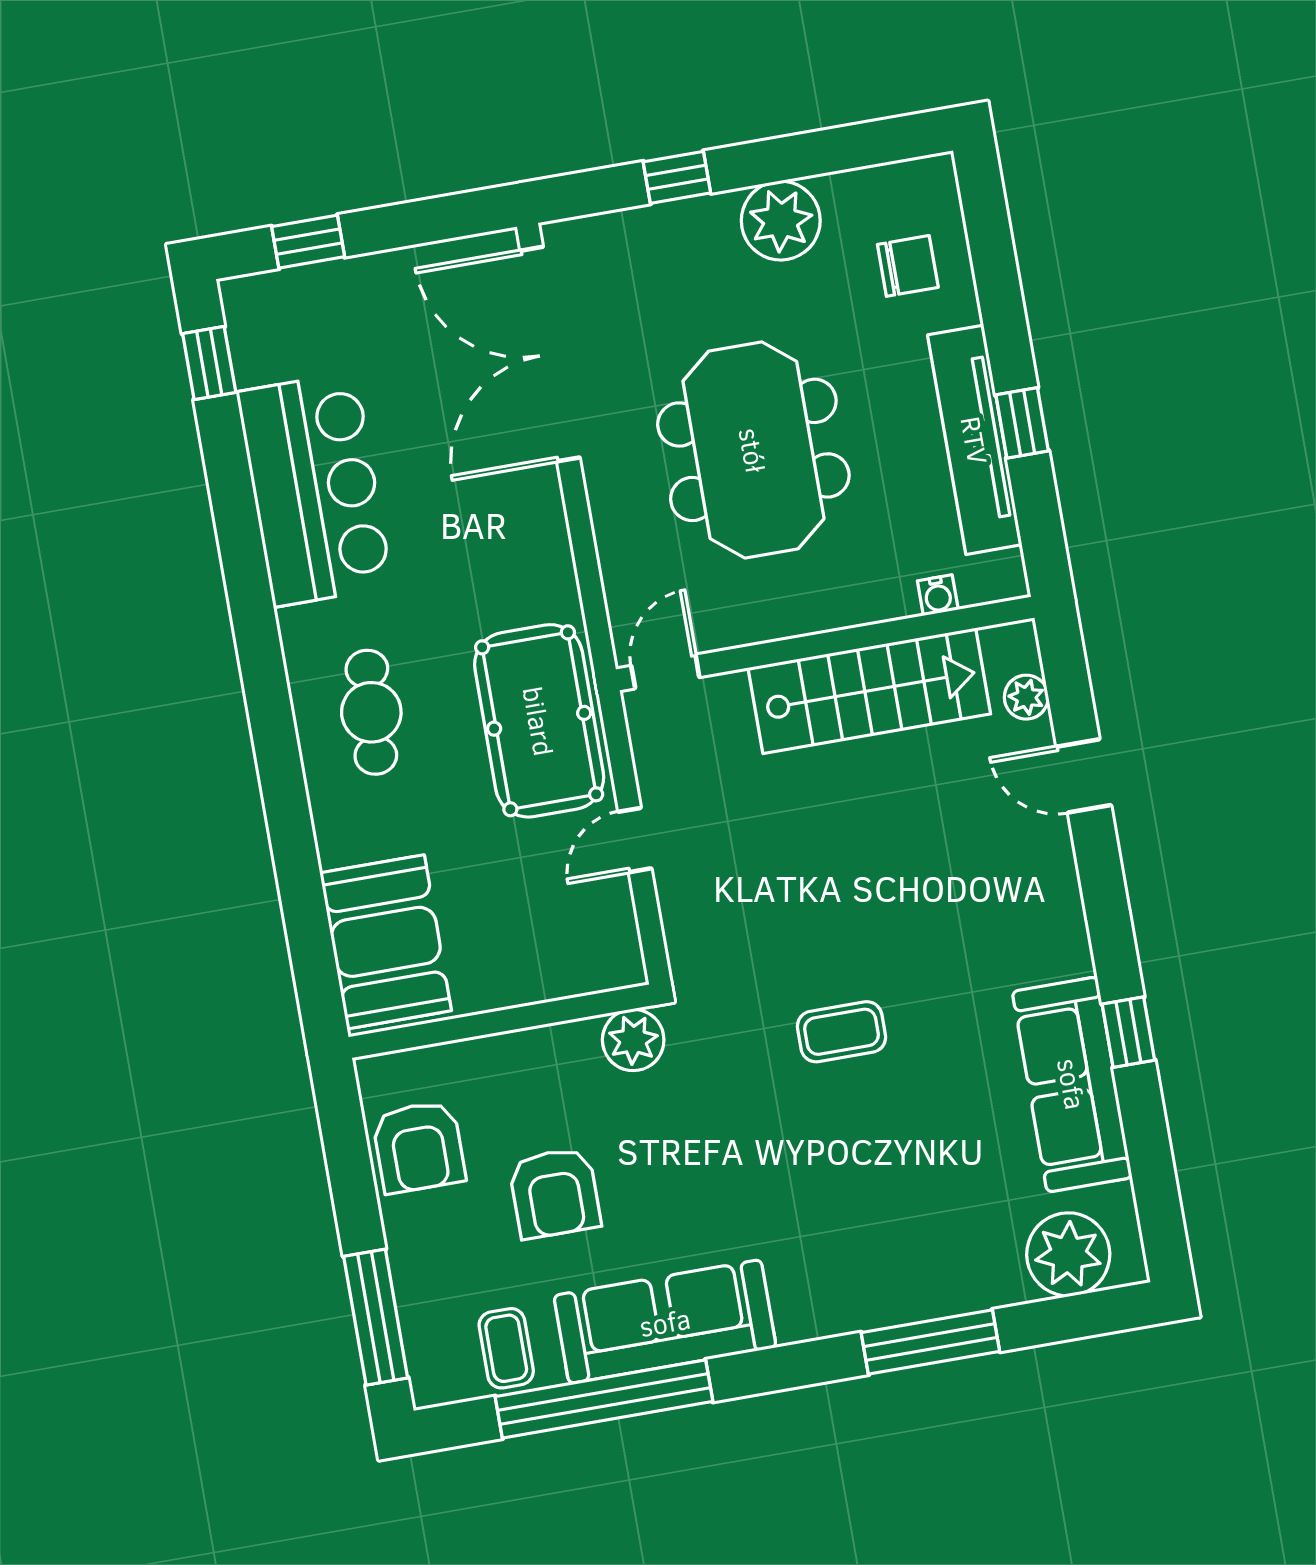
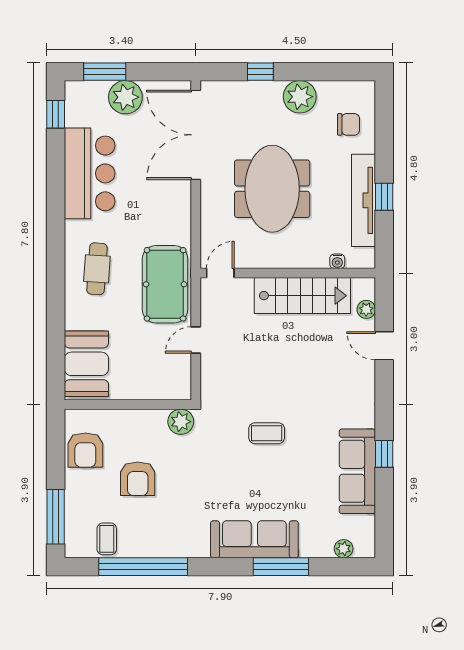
window: (308, 242) -> (105, 72), width x1.50
plant: (368, 294) -> (125, 97), added
plant: (1068, 1254) -> (344, 549), width x0.53, depth x0.53
sofa: (665, 1322) -> (254, 539), moved

